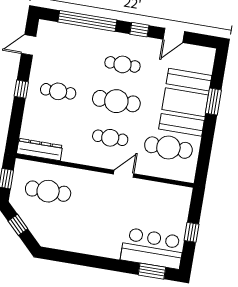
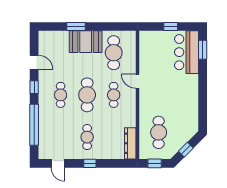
booth: (185, 102) -> (86, 42), width x0.73, depth x0.70

